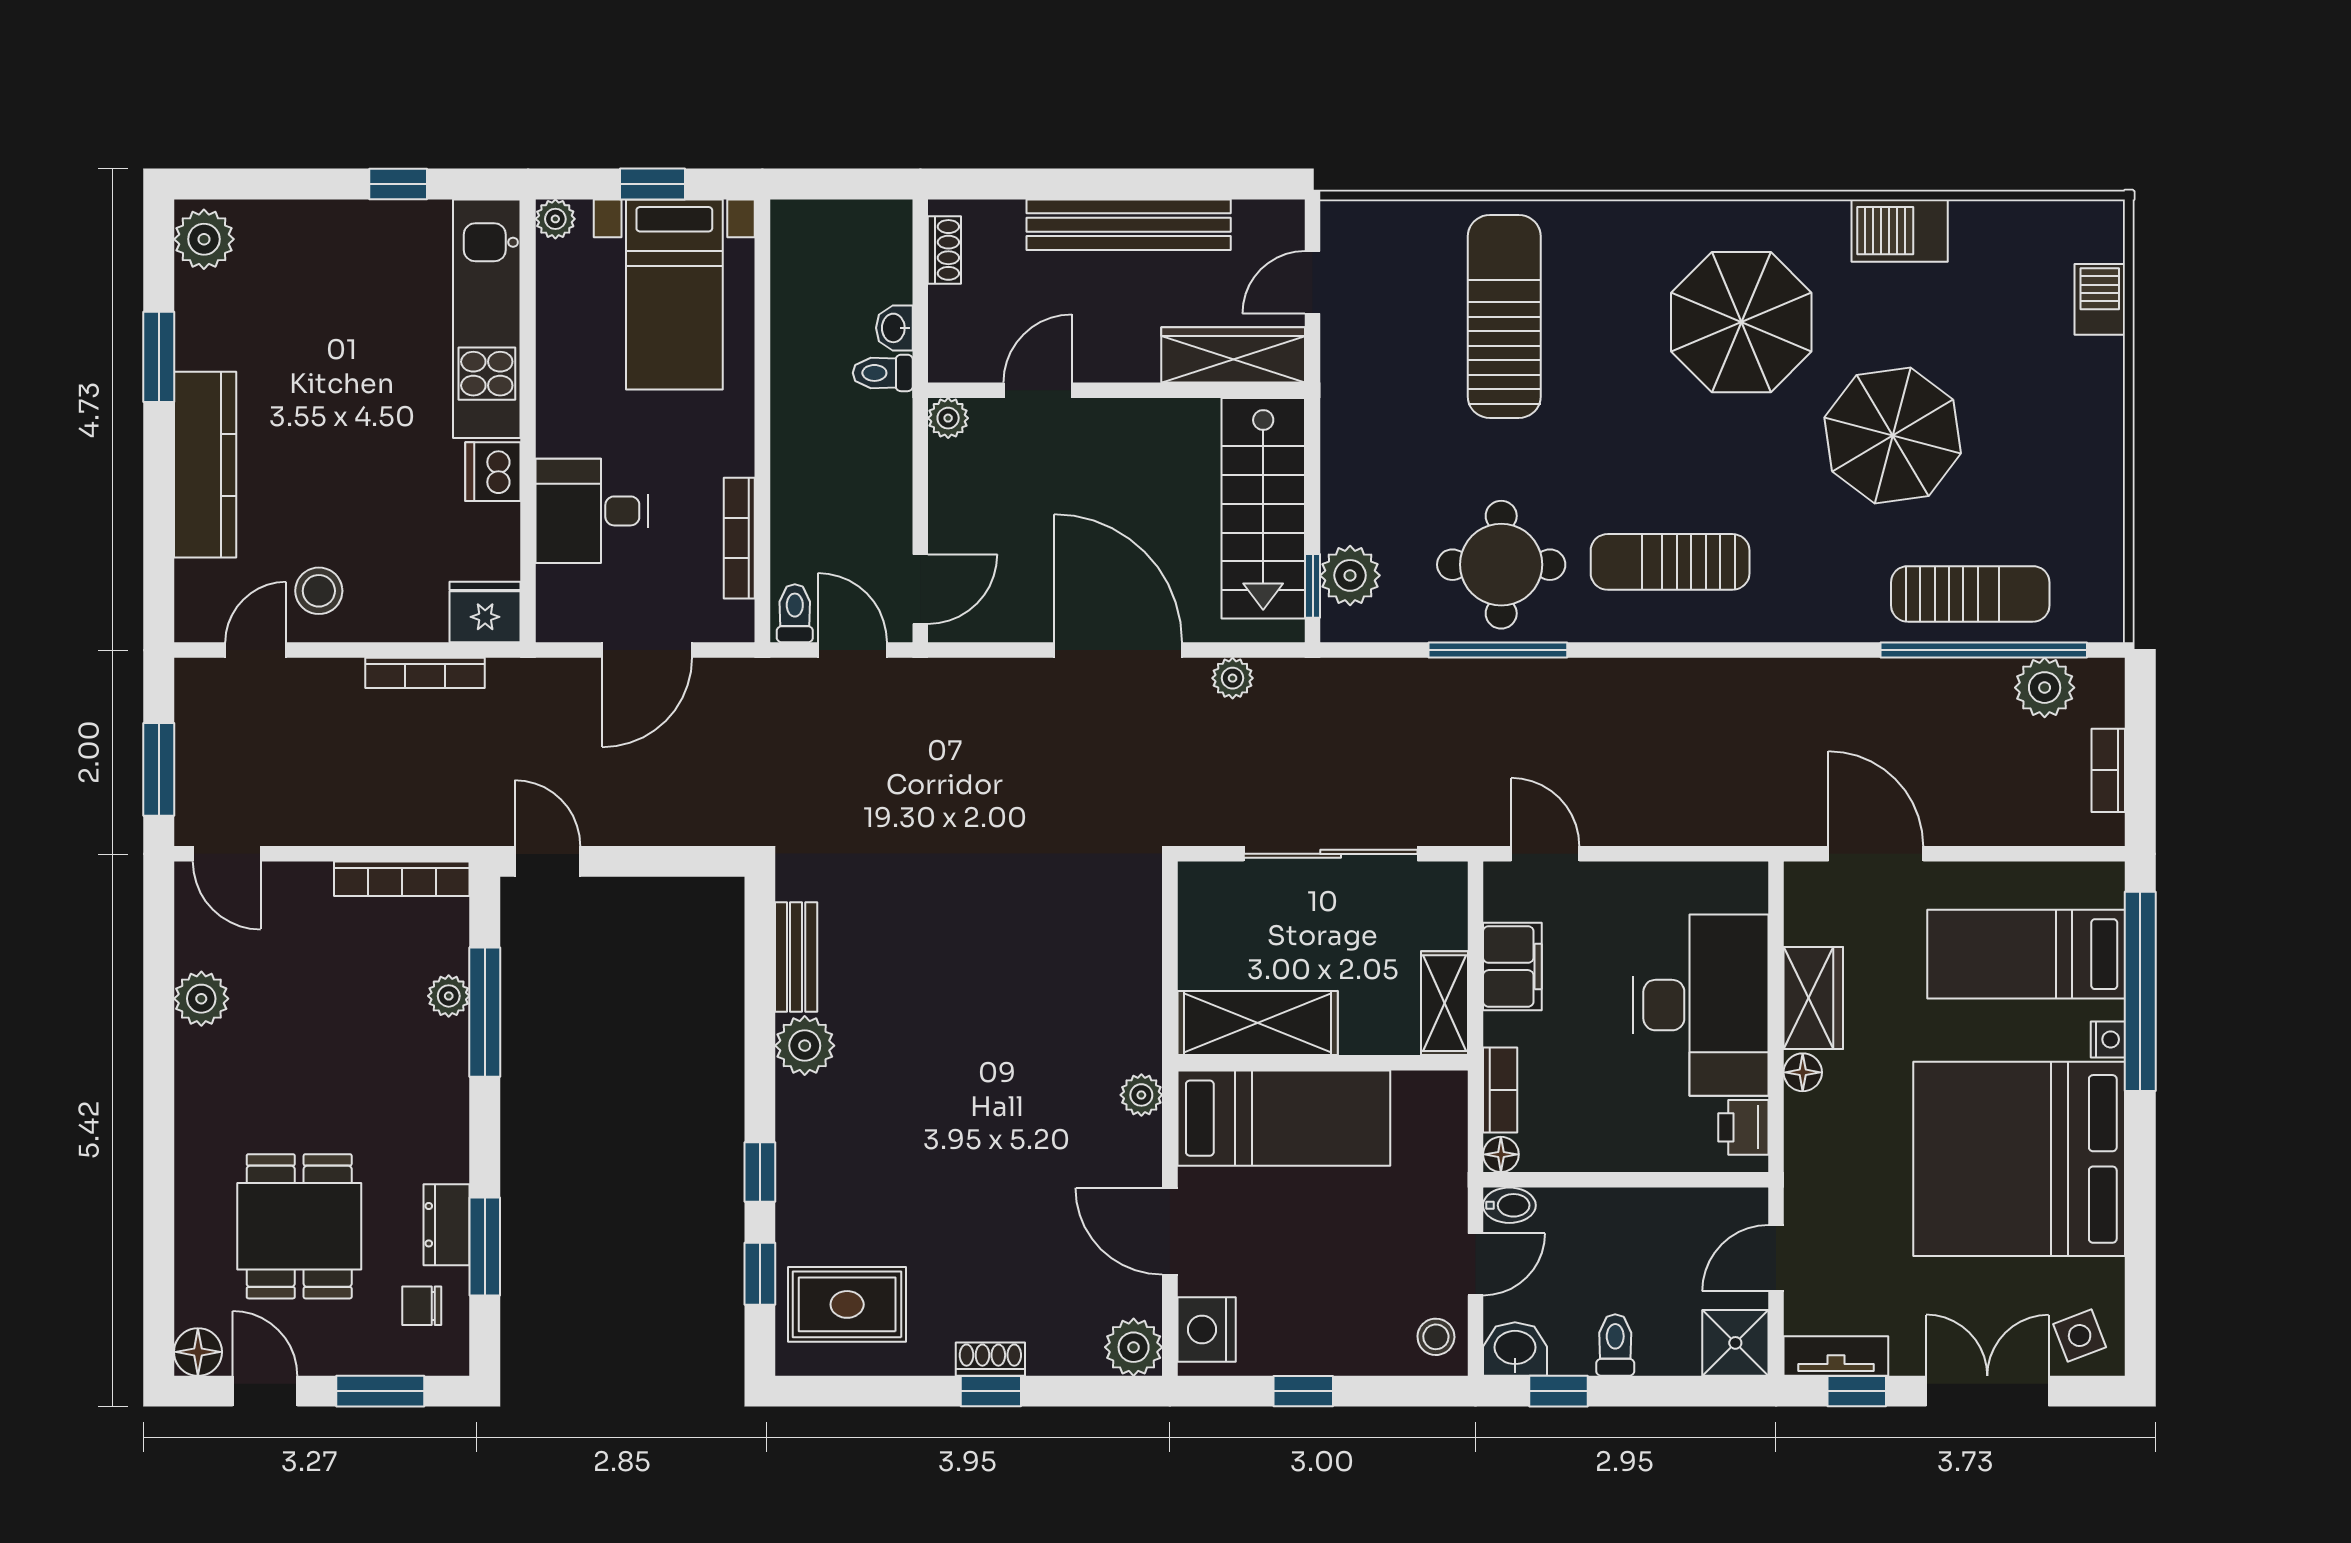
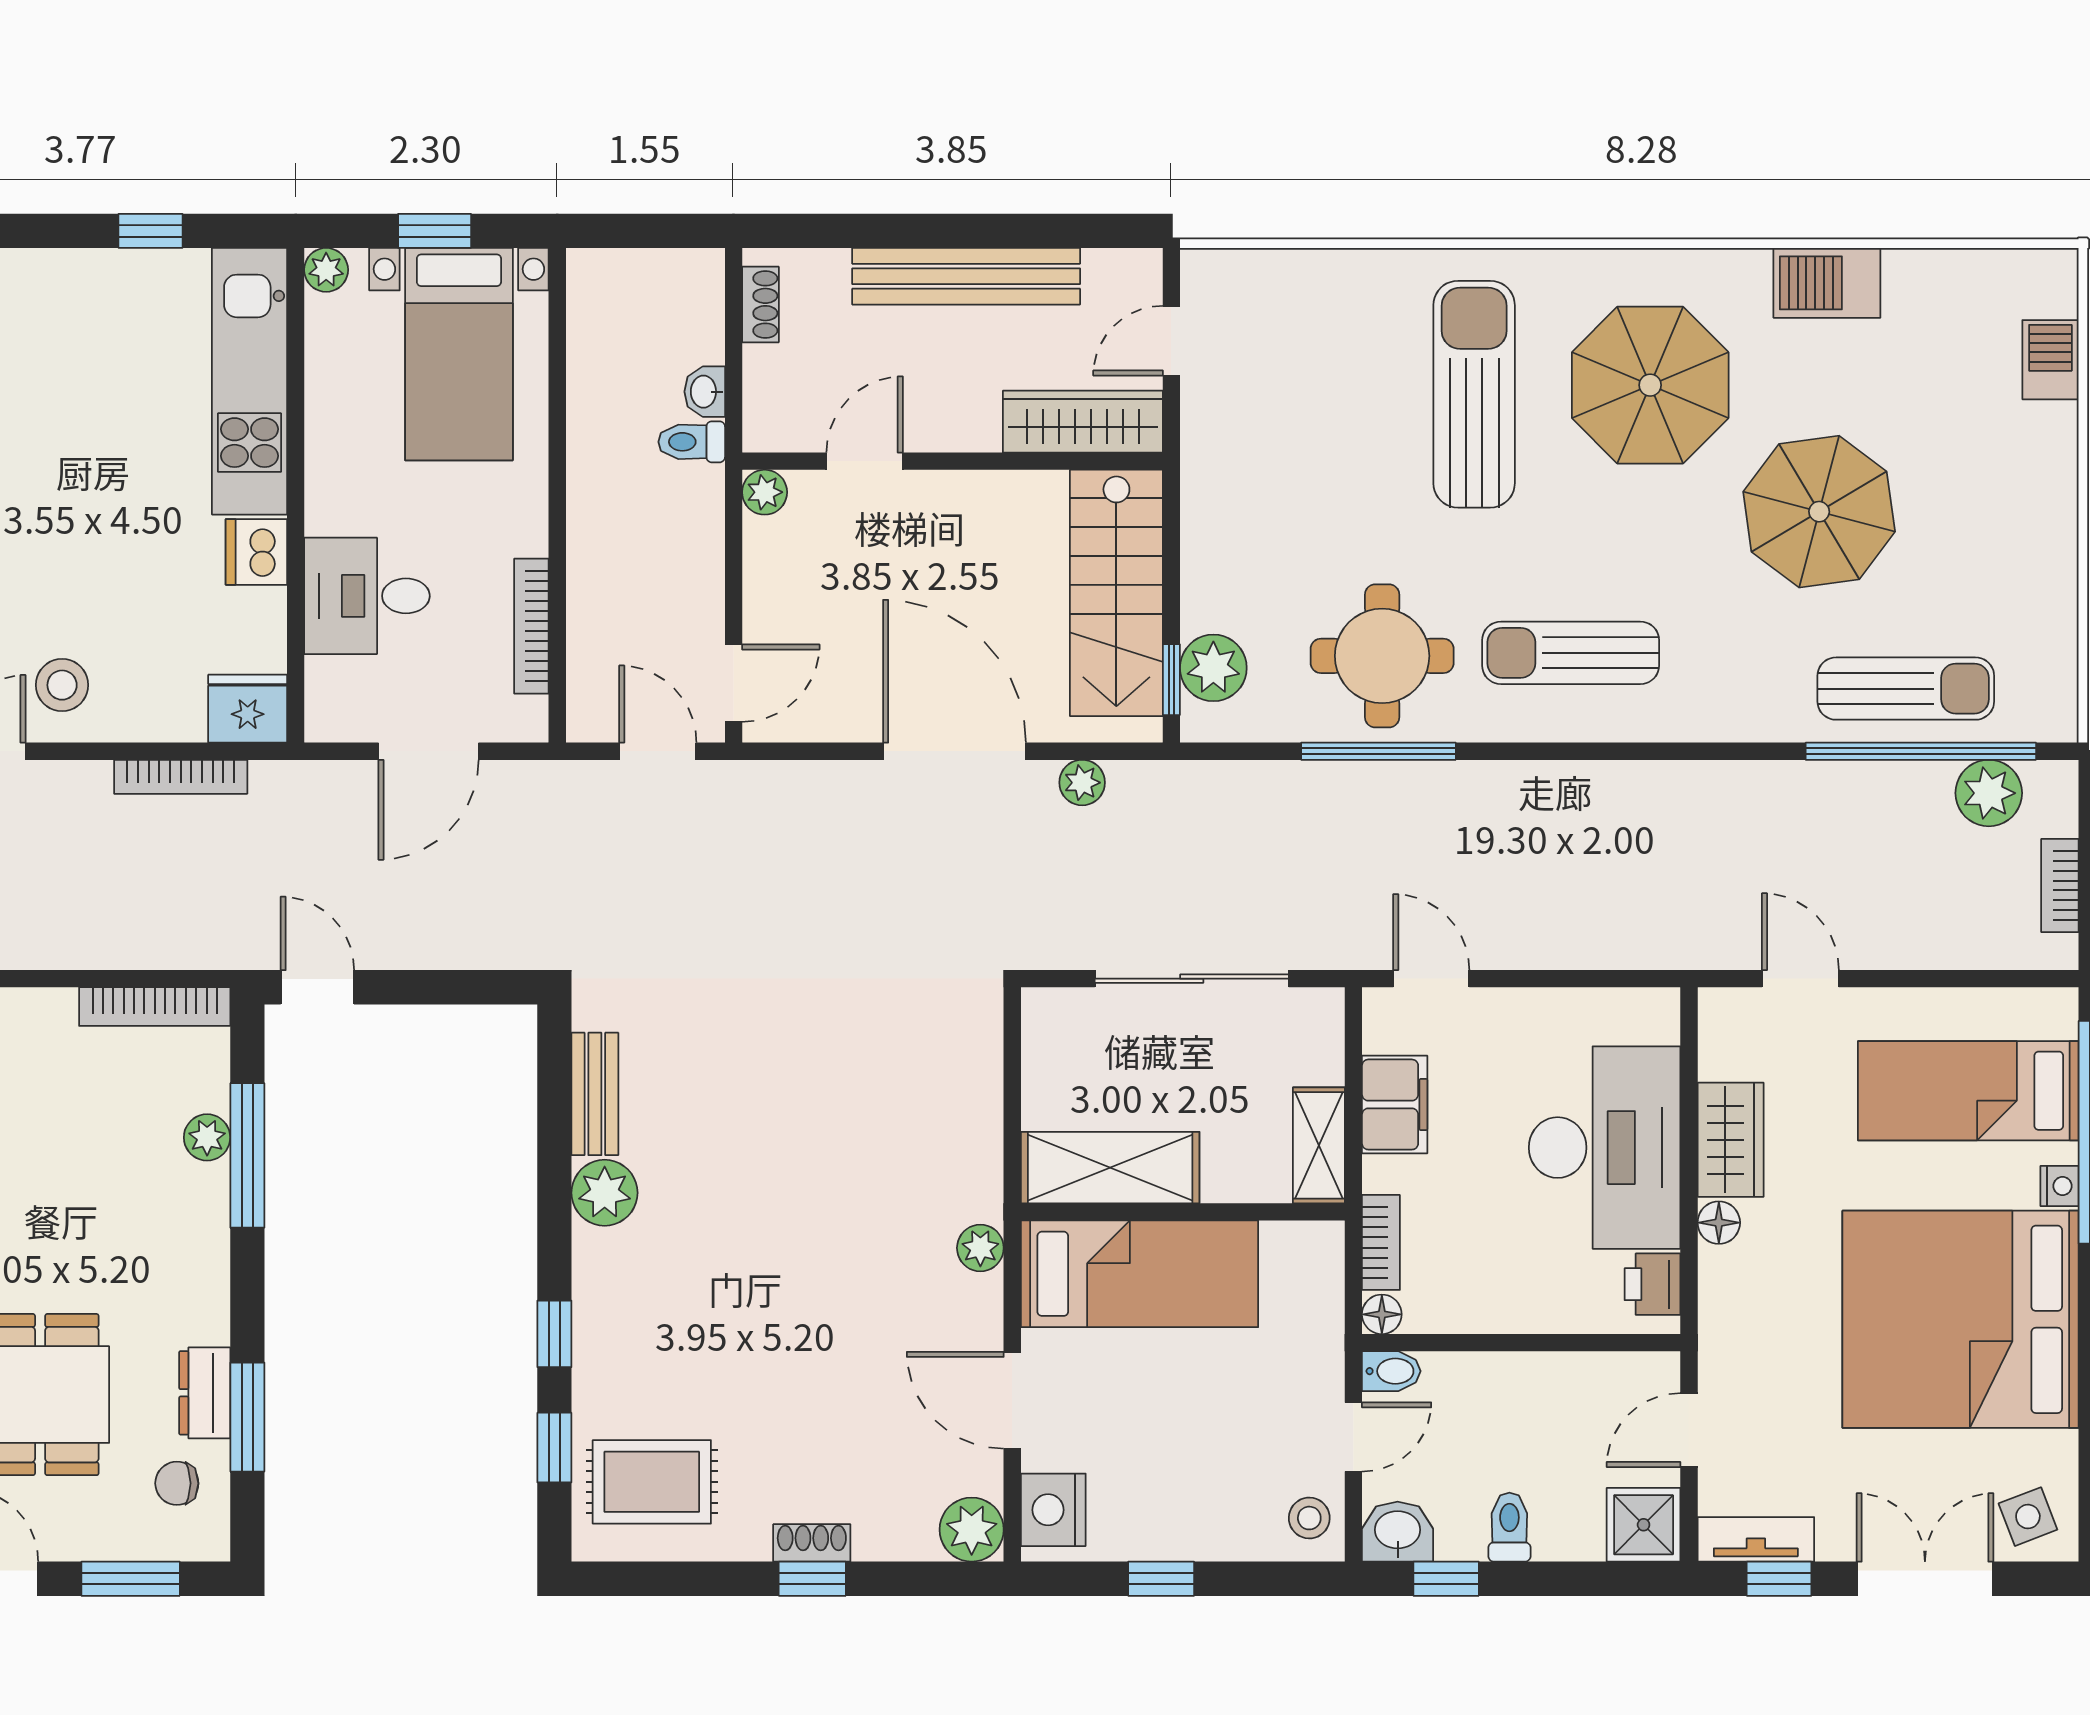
sun lounger: (1504, 316) -> (1474, 394), moved
toilet: (795, 613) -> (593, 710), removed
door: (1876, 854) -> (1800, 979), width x0.73

